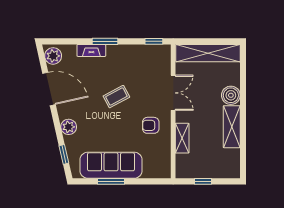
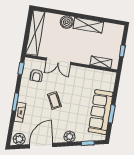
double door: (173, 93) -> (58, 61), swing flipped
armchair: (151, 125) -> (37, 75), moved
shelving: (182, 138) -> (101, 62), moved

